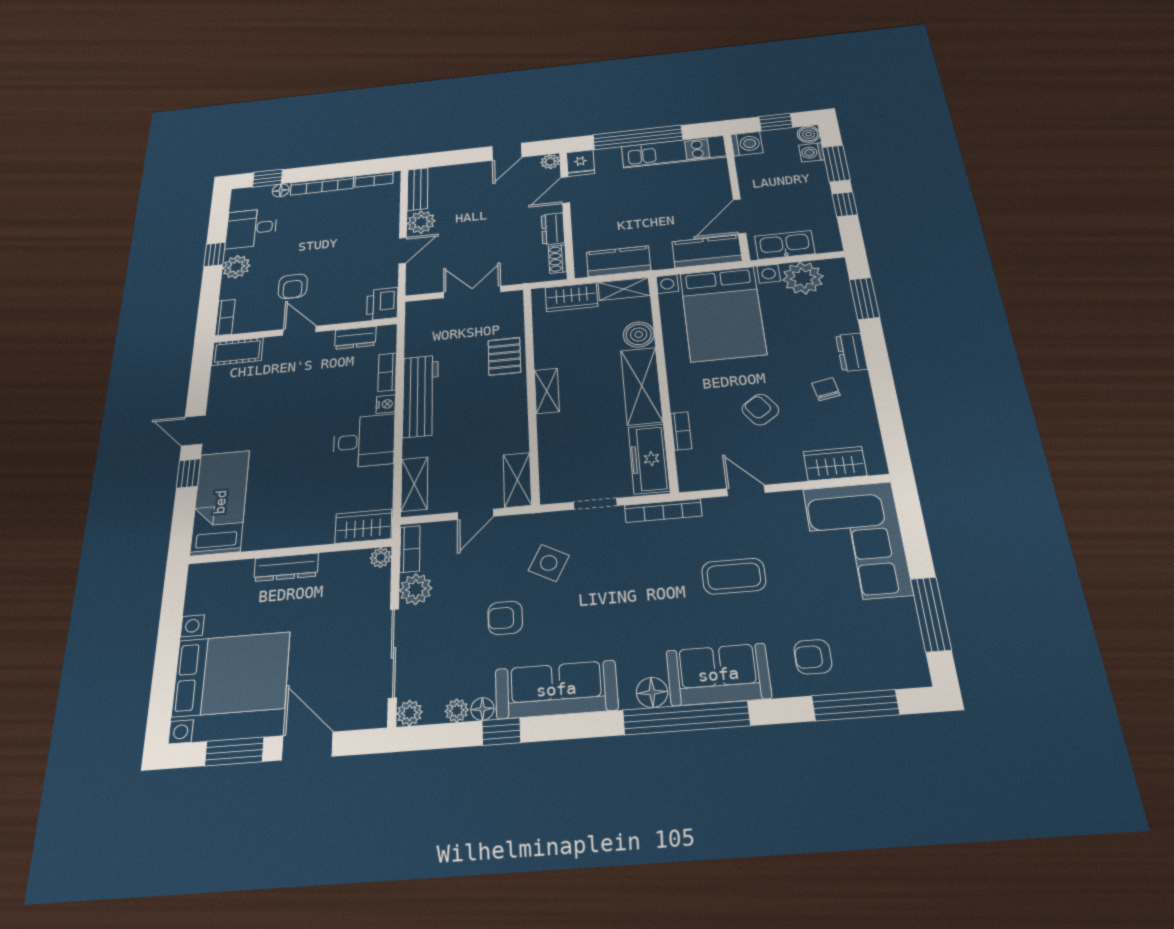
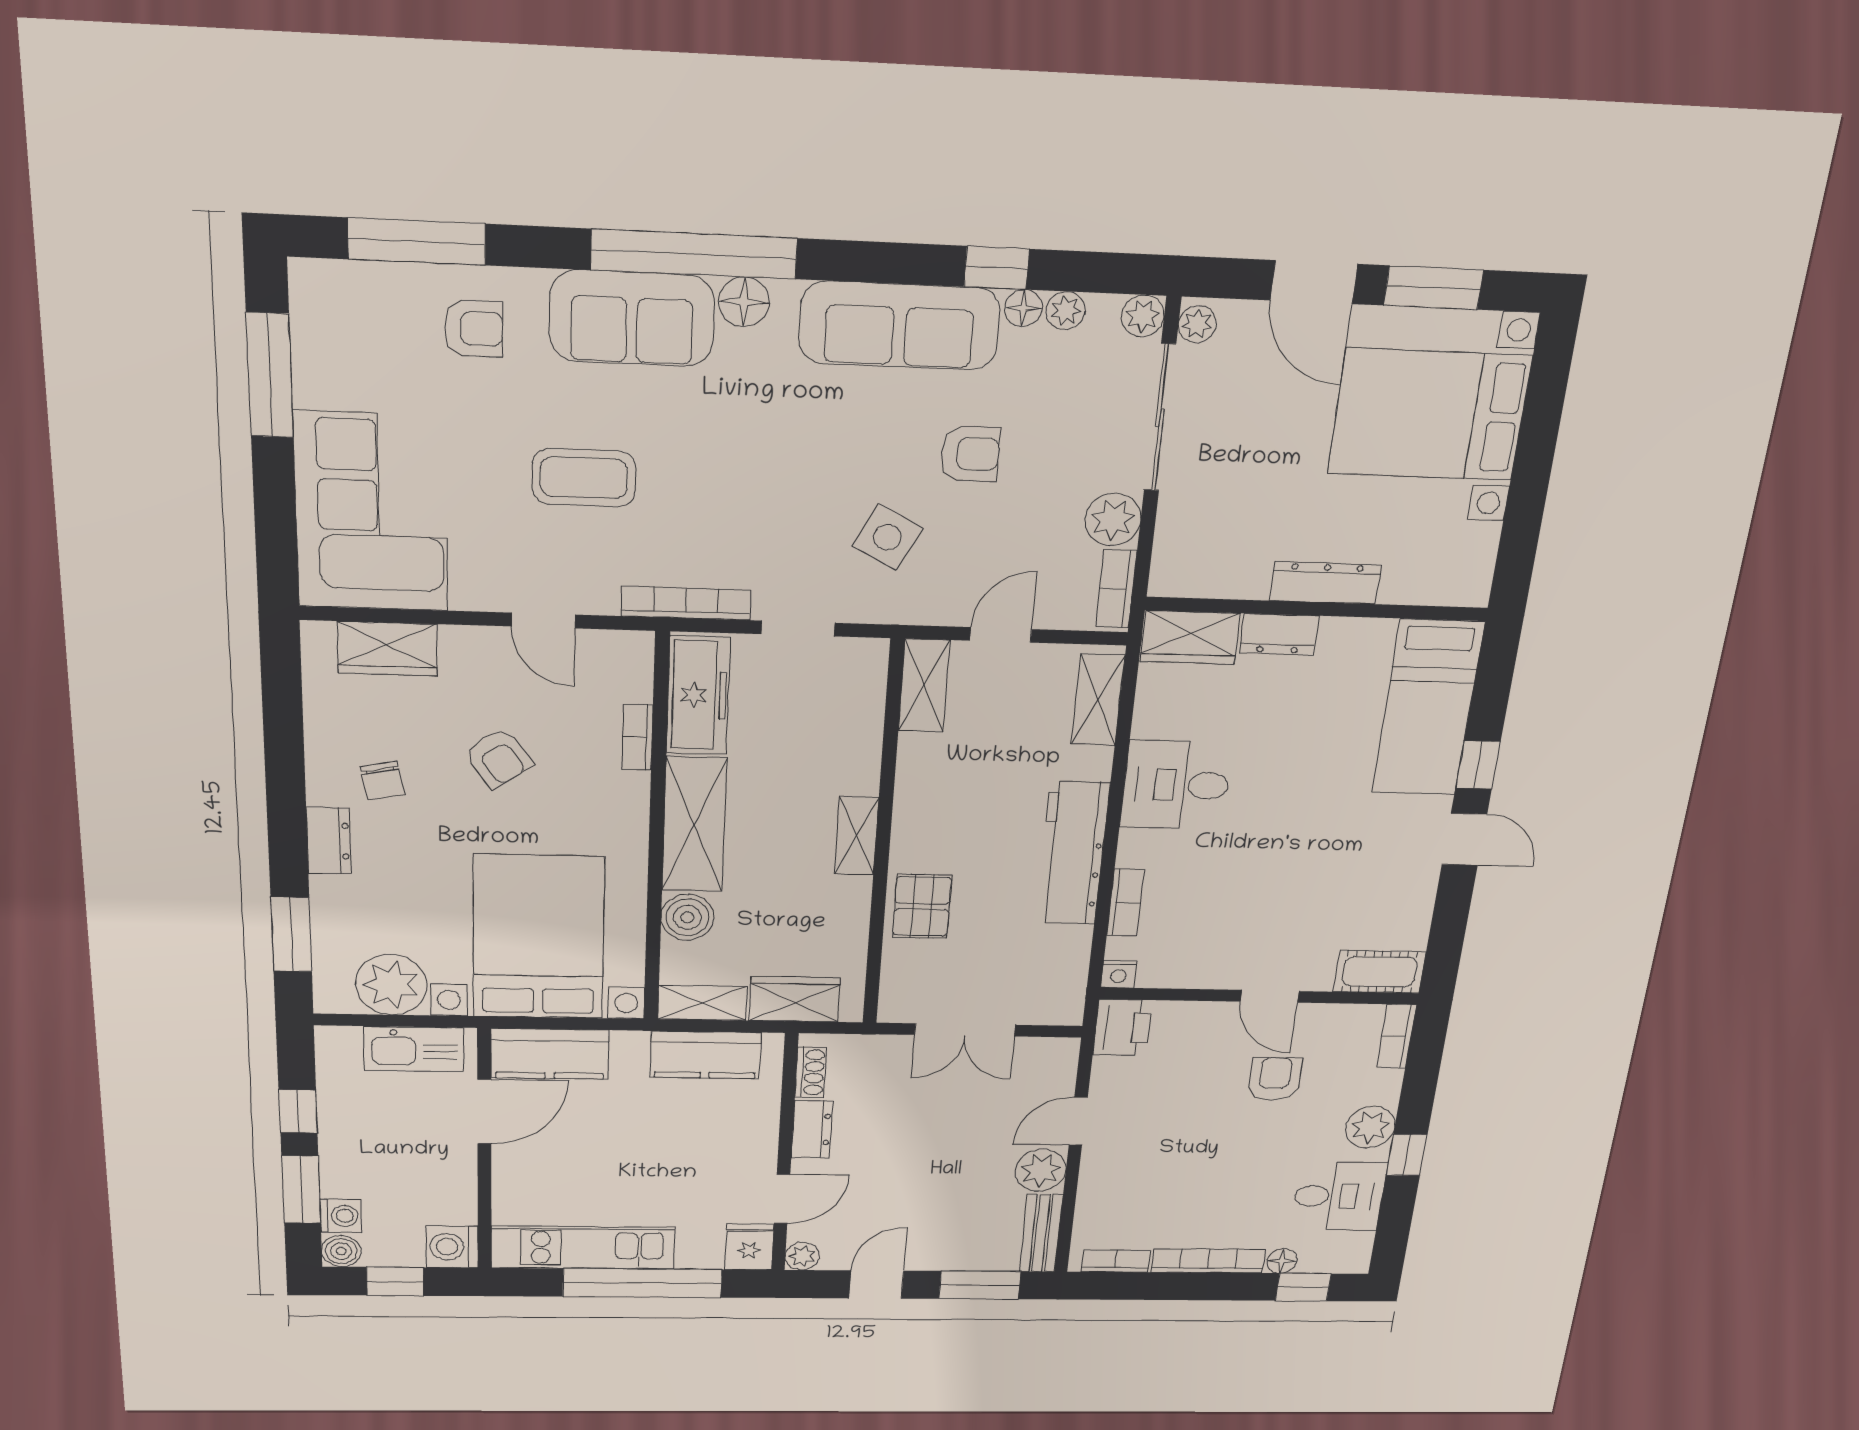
window: (449, 158) -> (980, 1285), added
dresser: (355, 338) -> (1279, 634), moved, turned 180
nightstand: (386, 404) -> (1119, 974), moved, turned -90
plant: (381, 558) -> (1197, 324), moved

